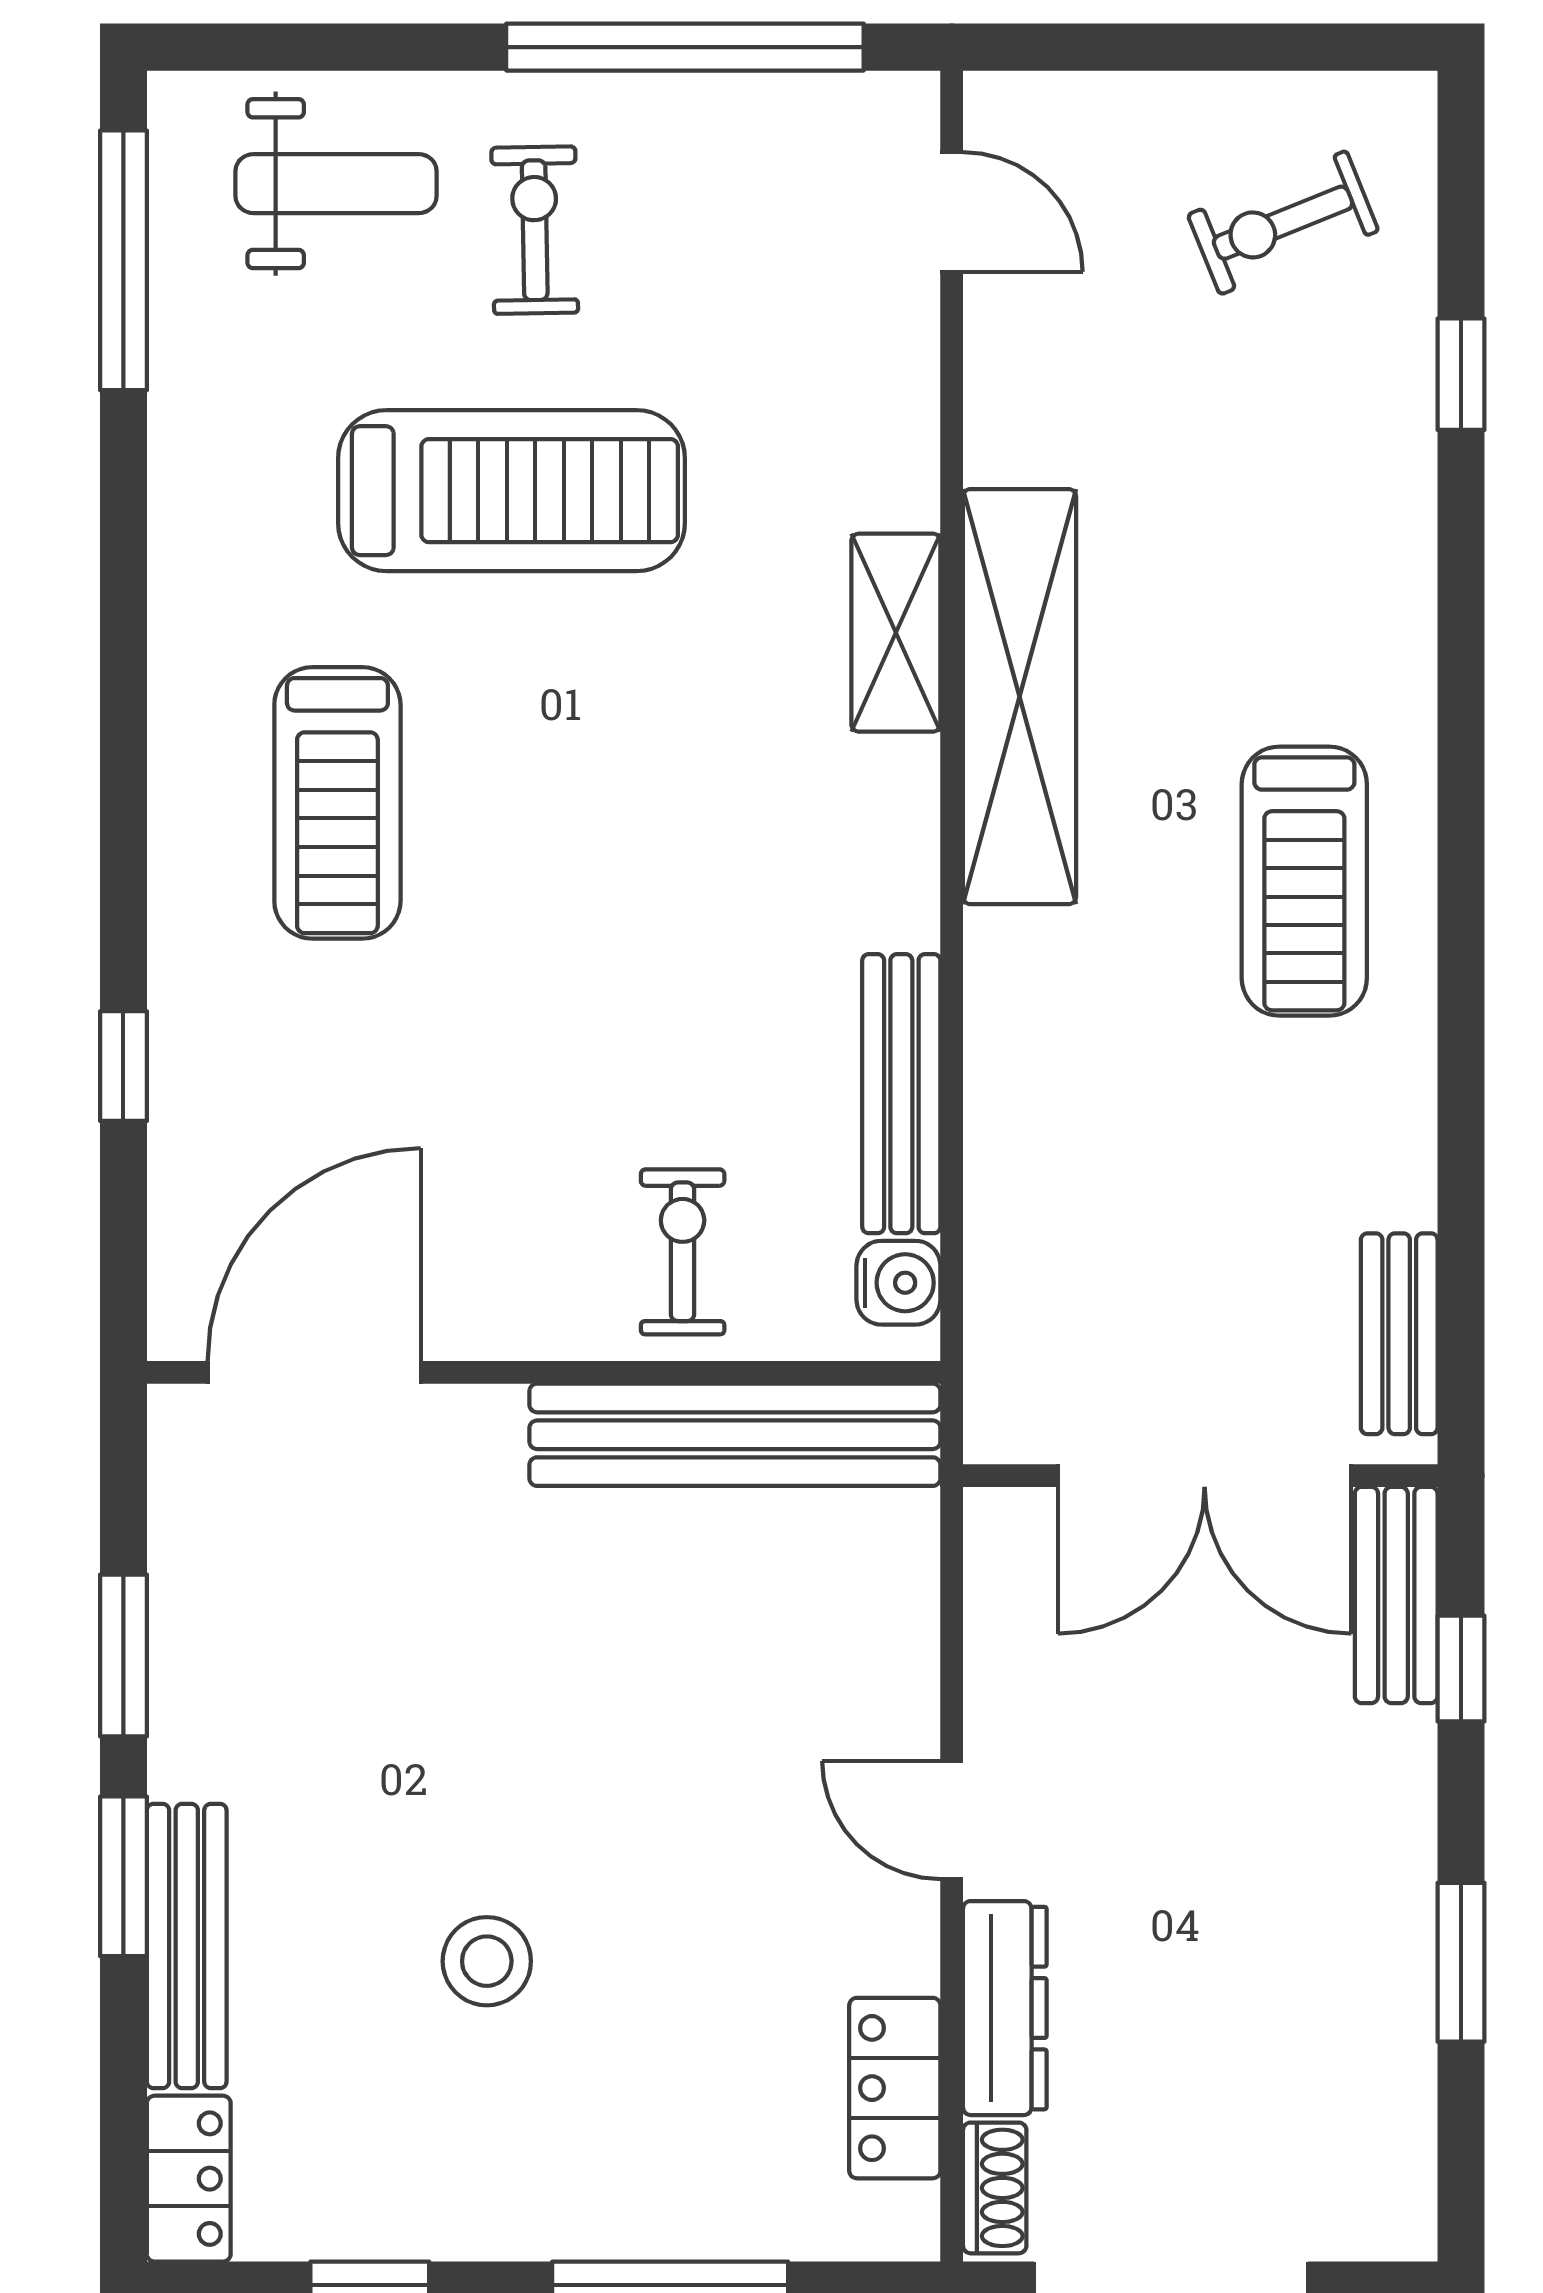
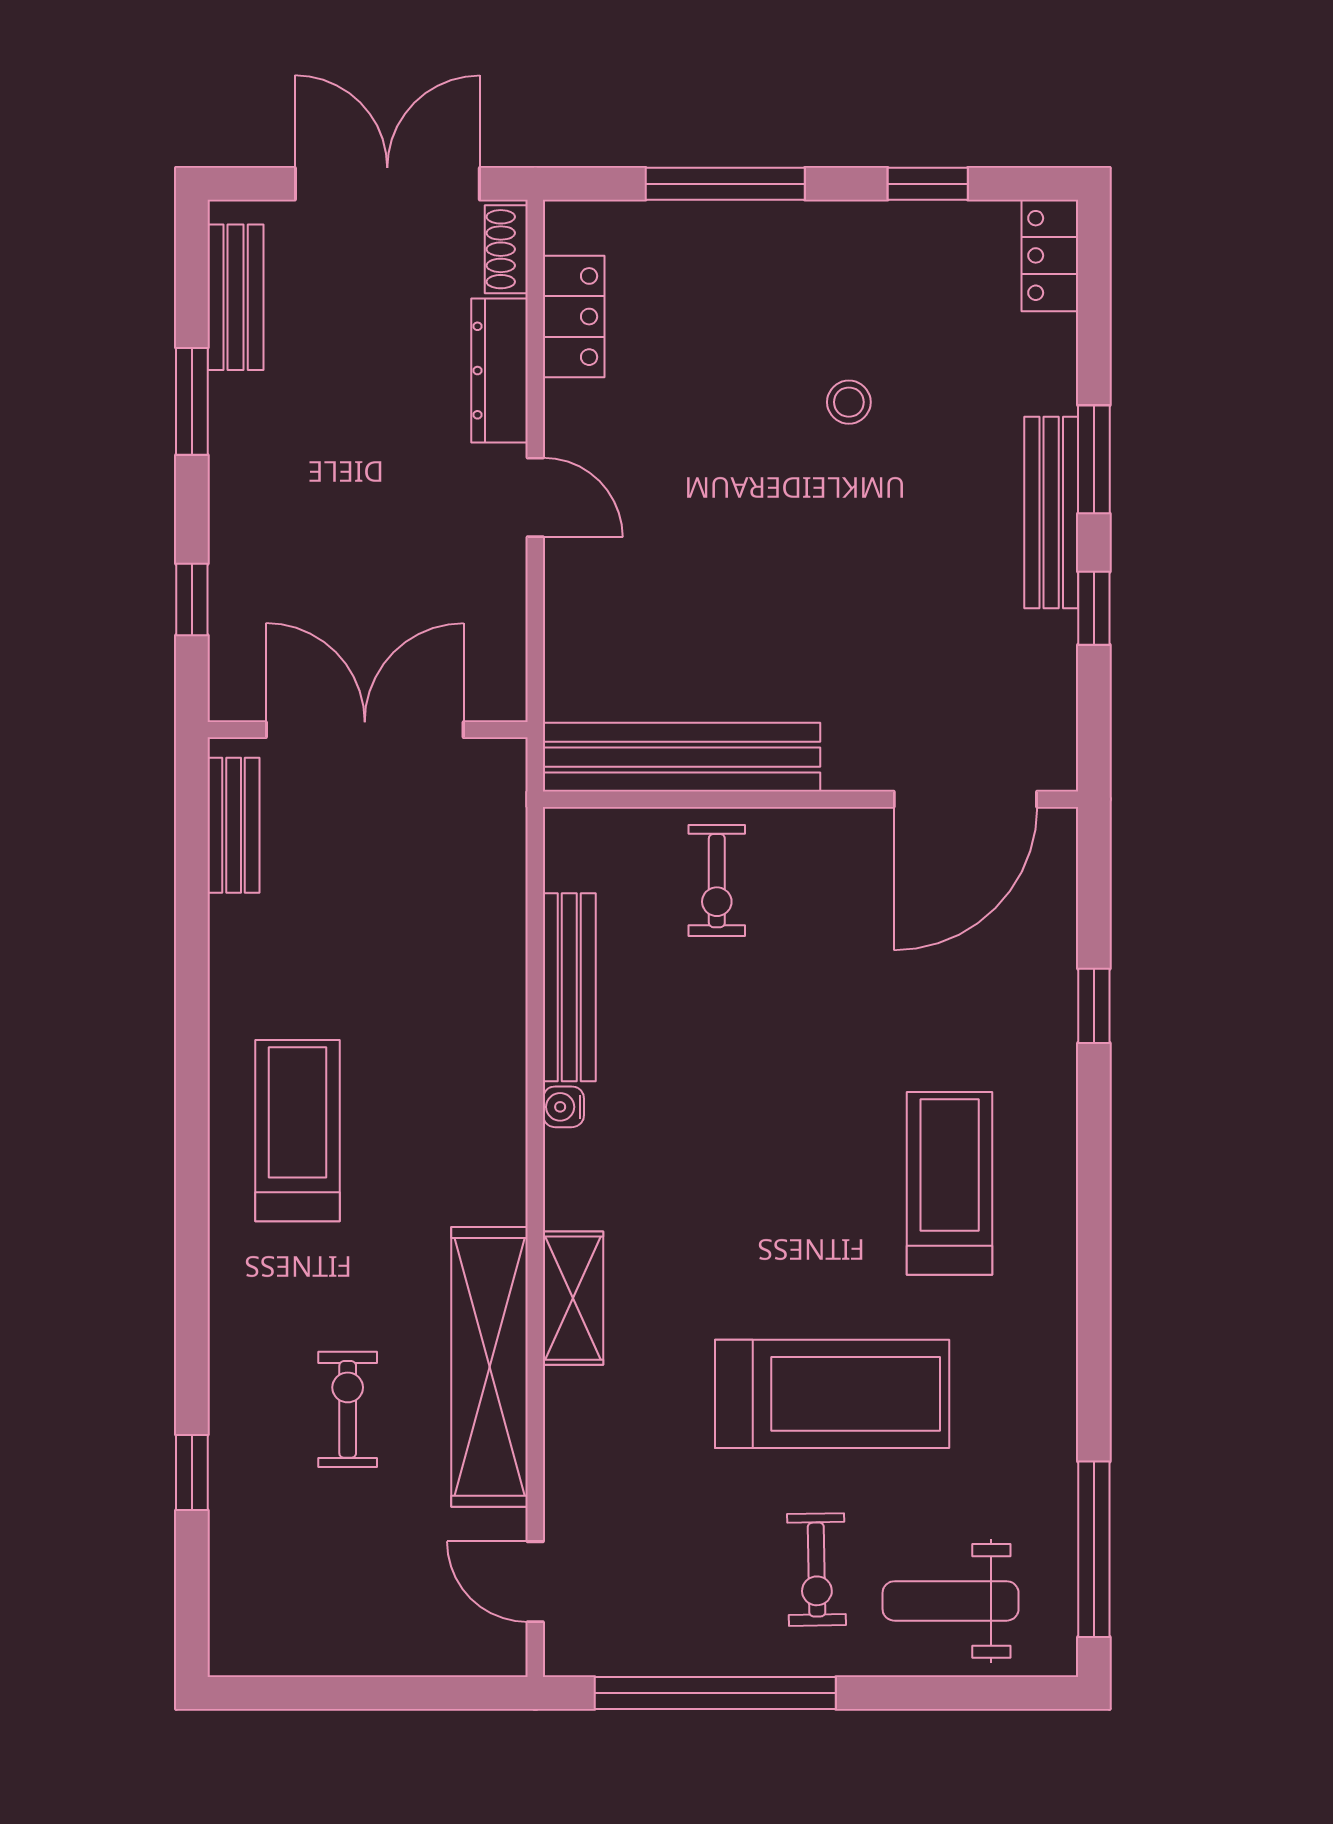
exercise bike: (1283, 223) -> (348, 1409), moved, turned -68
treadmill: (512, 491) -> (832, 1394), turned 180
shelving: (1020, 697) -> (490, 1367), moved
water cooler: (898, 1283) -> (563, 1107), moved, width x0.72, depth x0.72
bench: (1396, 1595) -> (236, 297), moved
window: (123, 1656) -> (1094, 608), width x0.67
bench: (187, 1946) -> (1051, 513), moved
stool: (487, 1961) -> (849, 402), width x0.73, depth x0.73

